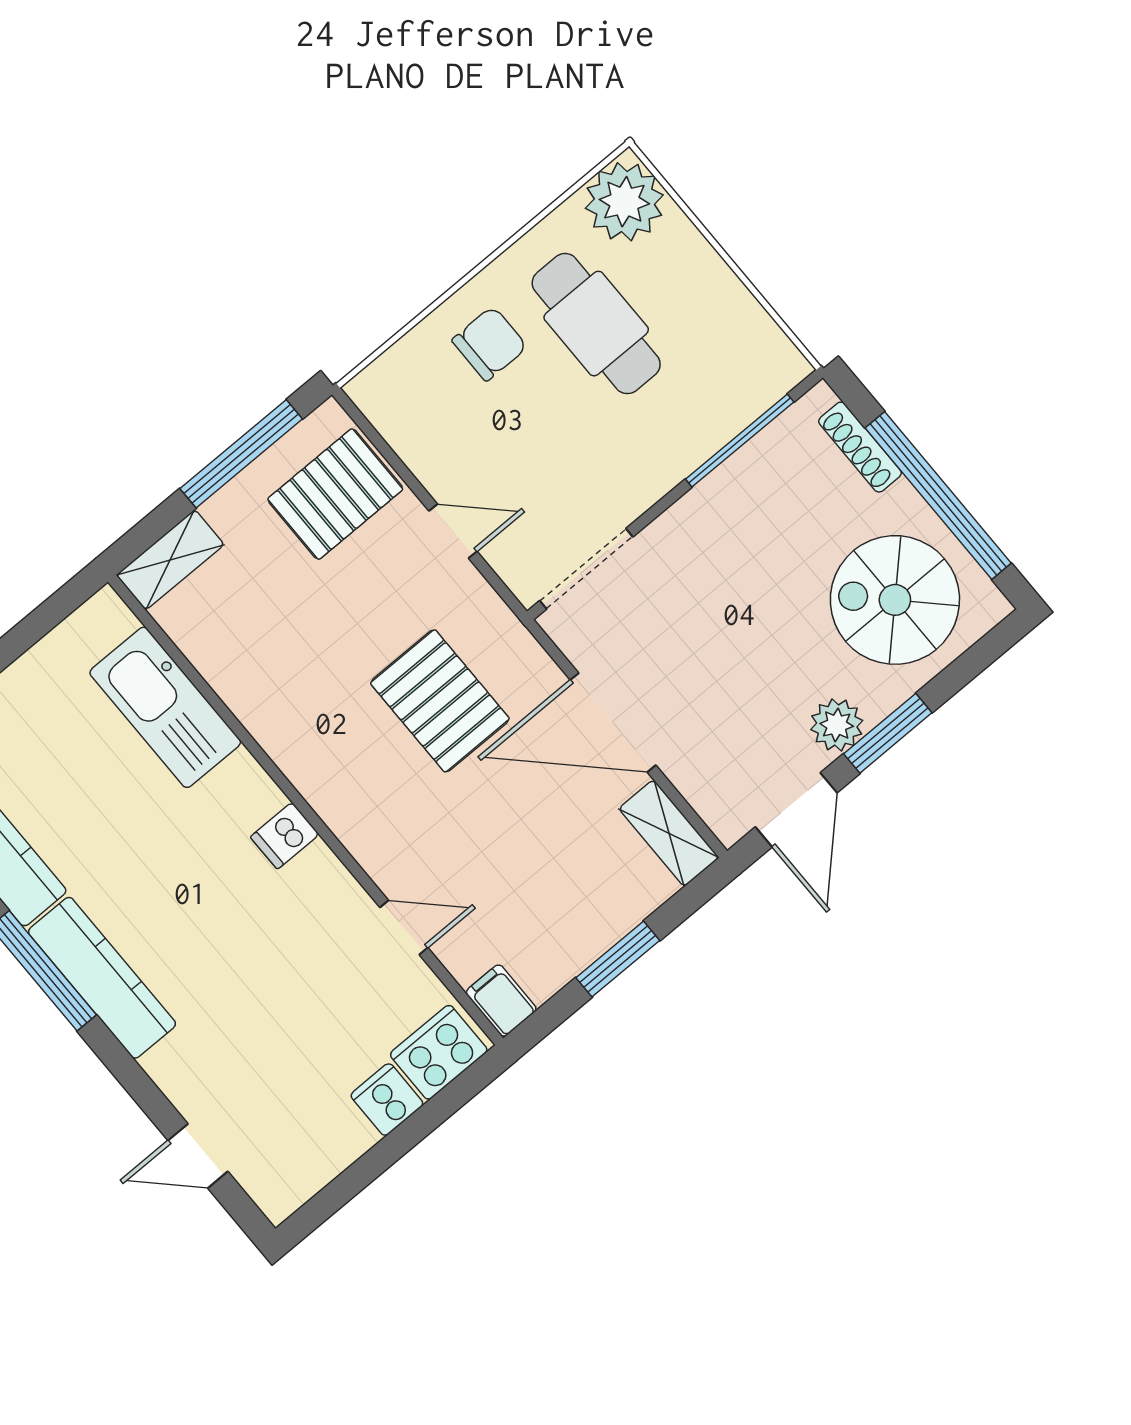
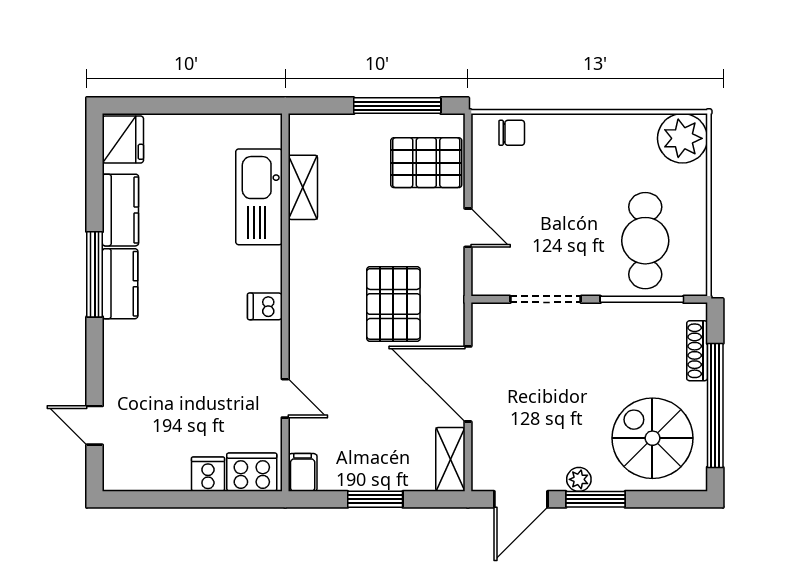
cafe table: (596, 324) -> (645, 241), moved
chair: (490, 344) -> (512, 133), moved, width x0.73, depth x0.73
shelving: (170, 560) -> (303, 187), moved, turned 90
doorway: (586, 569) -> (546, 299), moved
plant: (837, 725) -> (579, 479), width x0.73, depth x0.73
kitchen counter: (102, 978) -> (120, 284), width x0.67

